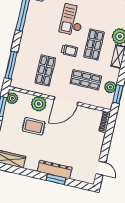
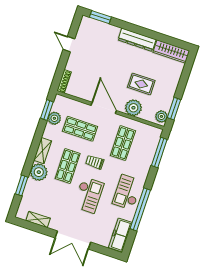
checkout: (37, 26) -> (127, 192), added
door: (66, 101) -> (104, 108), hinge flipped
door: (101, 168) -> (69, 44), moved
dresser: (55, 169) -> (137, 40), moved
window: (56, 179) -> (100, 17), moved

